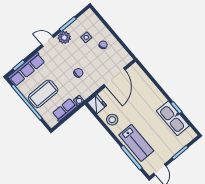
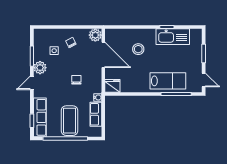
plant: (124, 58) -> (95, 35), added
stool: (112, 120) -> (138, 49), moved

